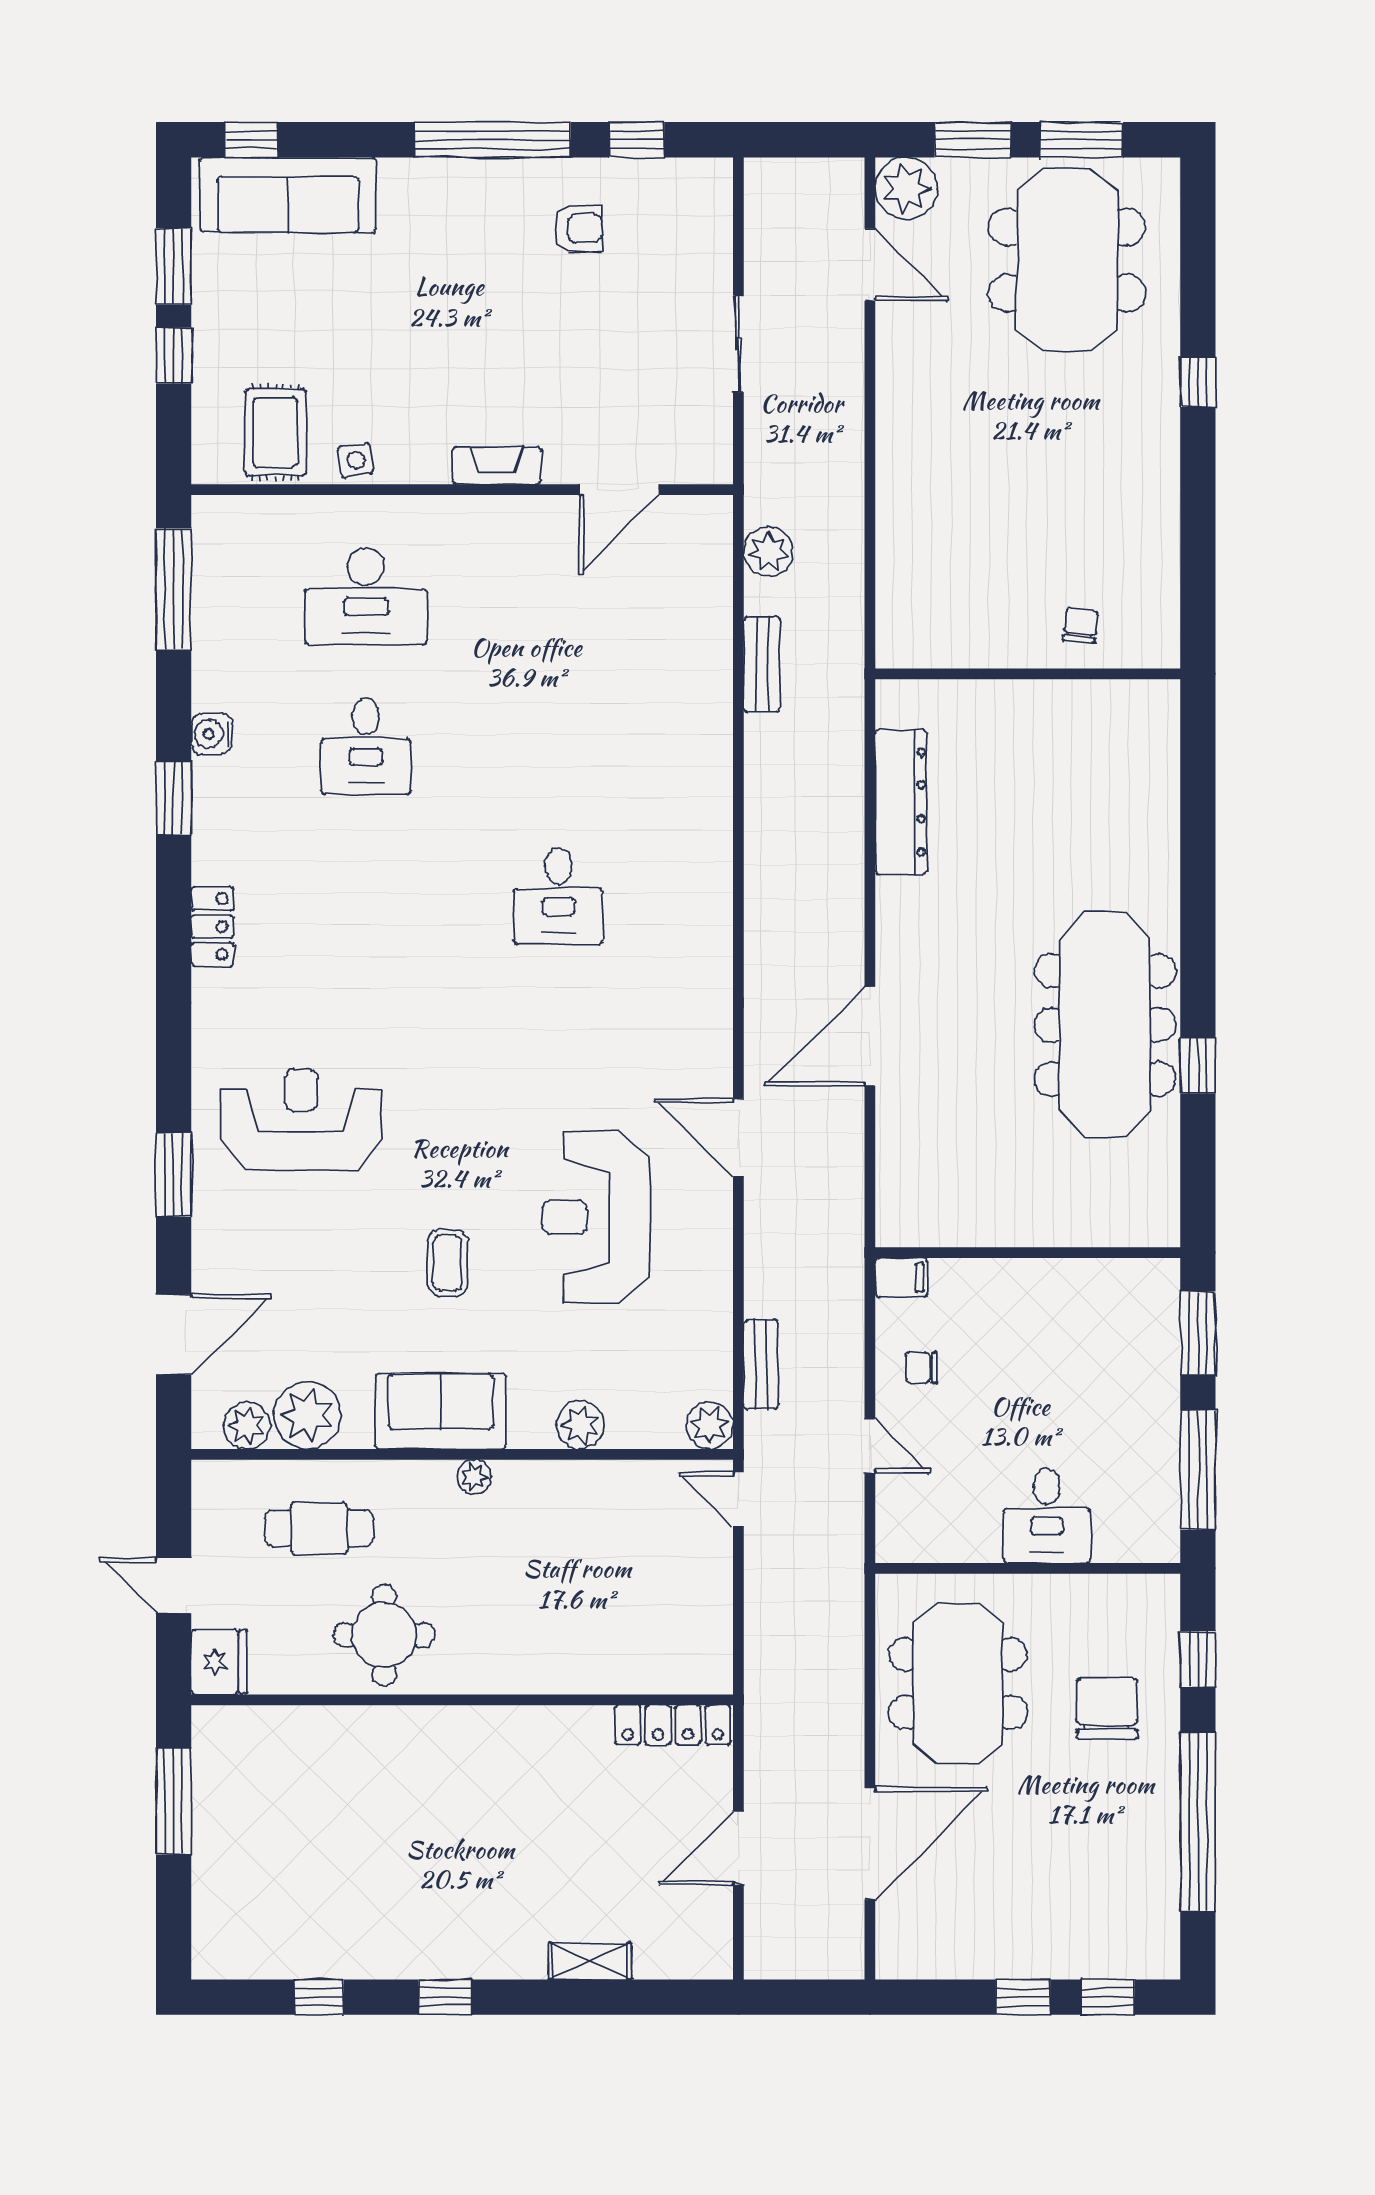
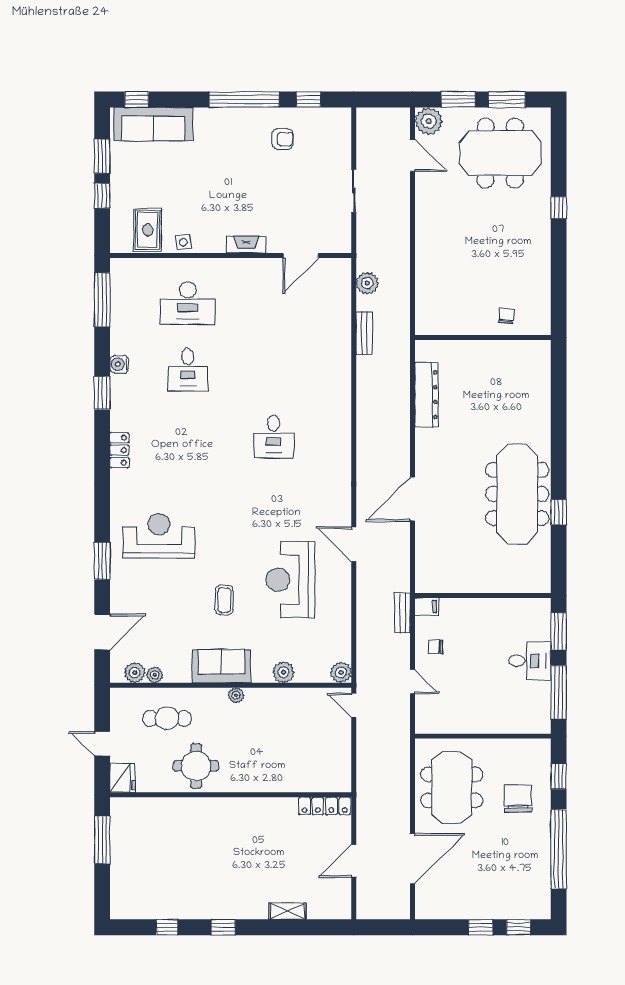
meeting table: (1067, 260) -> (500, 153), turned 90
bench: (761, 1364) -> (402, 613), moved
plant: (307, 1415) -> (155, 675), width x0.53, depth x0.53
desk: (1047, 1516) -> (530, 661), moved, turned -90

